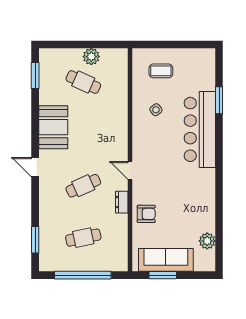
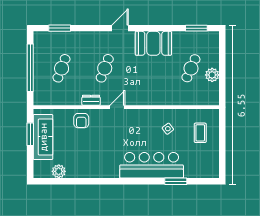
cafe table: (83, 186) -> (105, 68), turned 45
cafe table: (83, 238) -> (62, 68), turned 33

